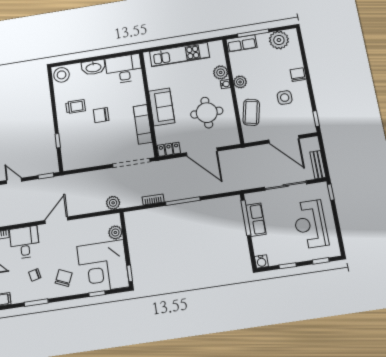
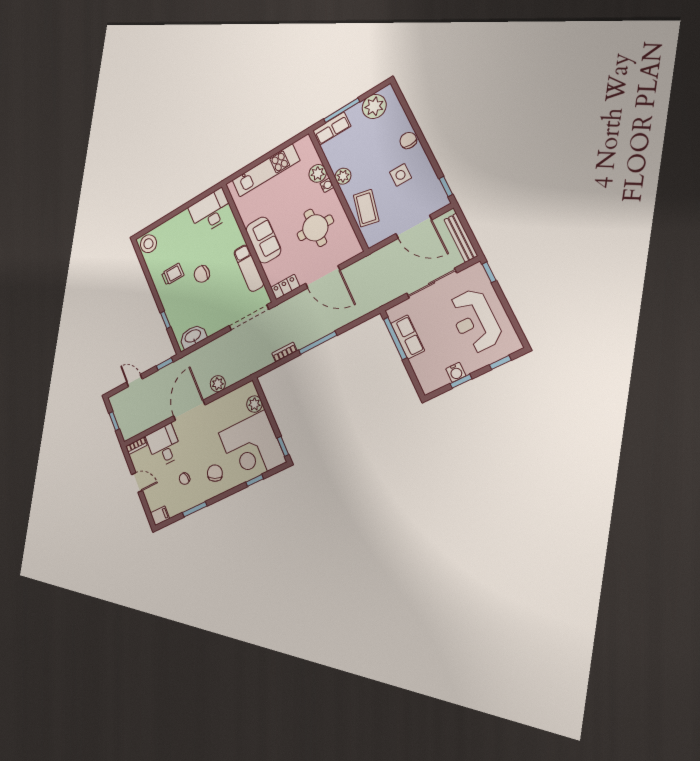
washbasin: (93, 67) -> (193, 336), moved, turned 180
bench: (318, 165) -> (461, 238), width x1.36
plant: (113, 203) -> (218, 384), moved
door: (56, 220) -> (189, 410), width x1.36
water cooler: (261, 261) -> (456, 372), moved

